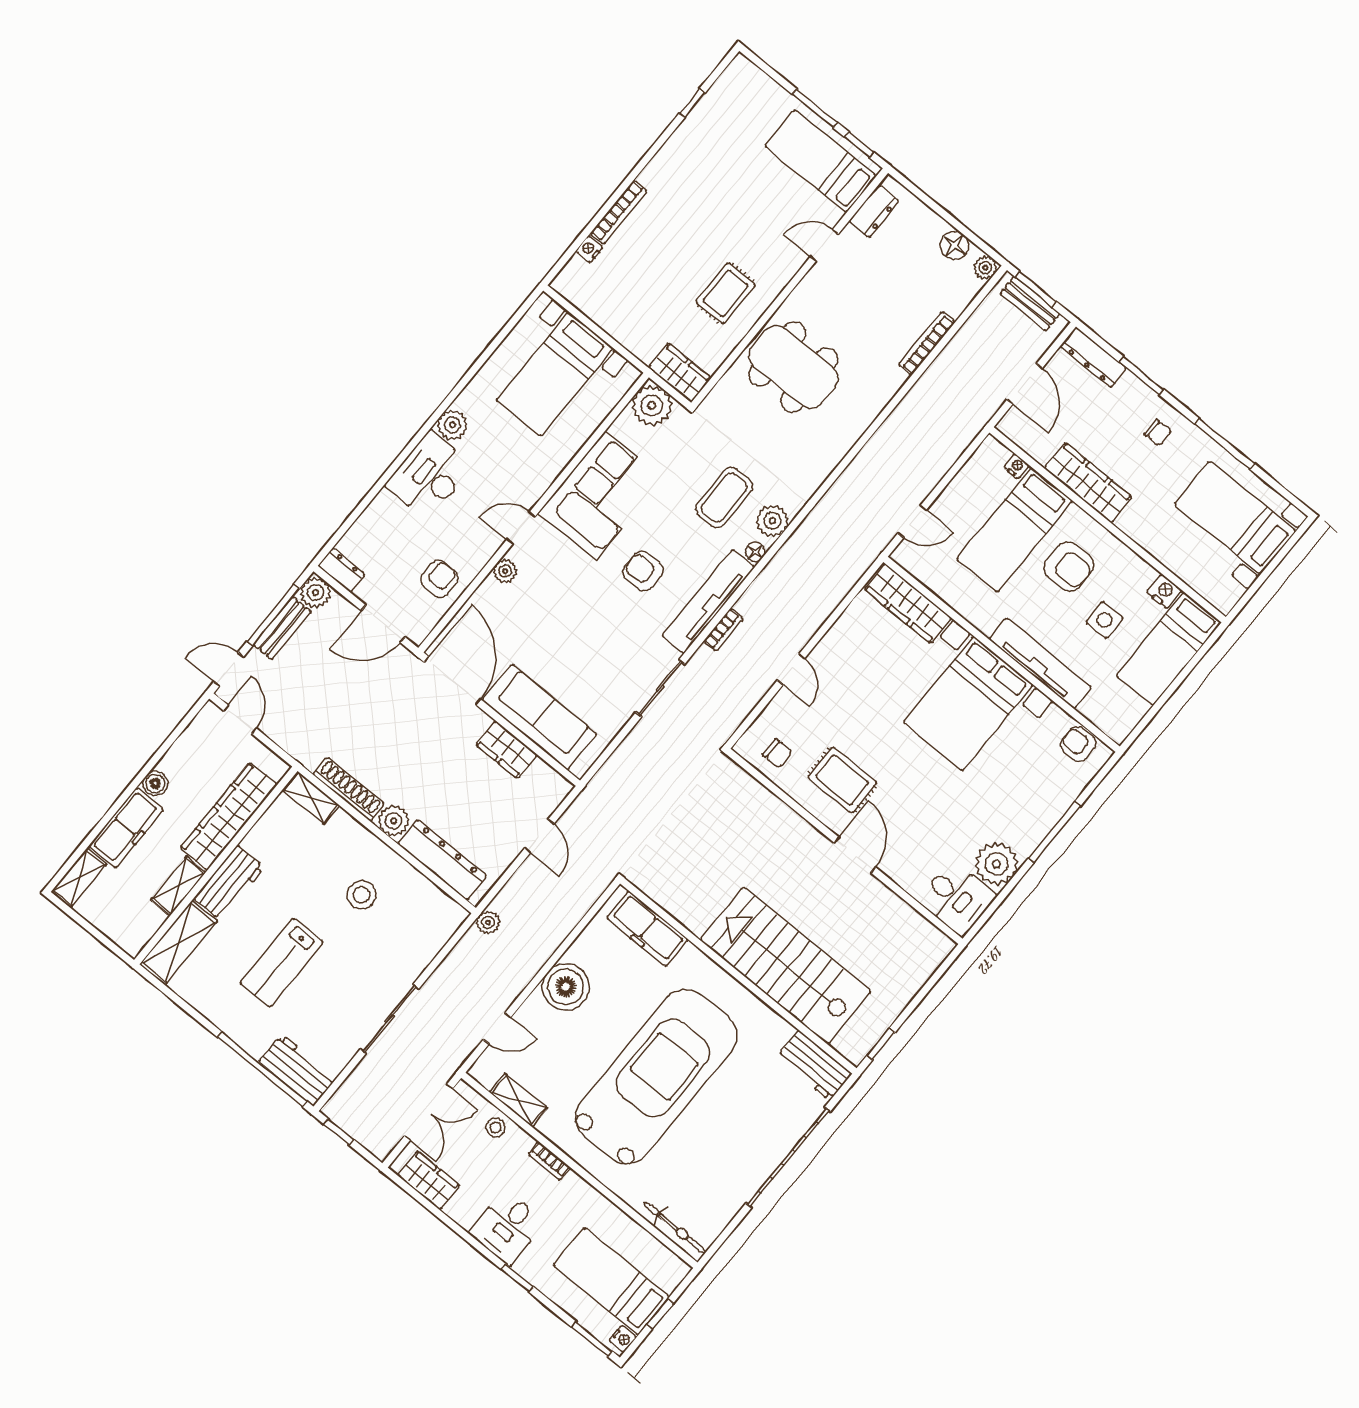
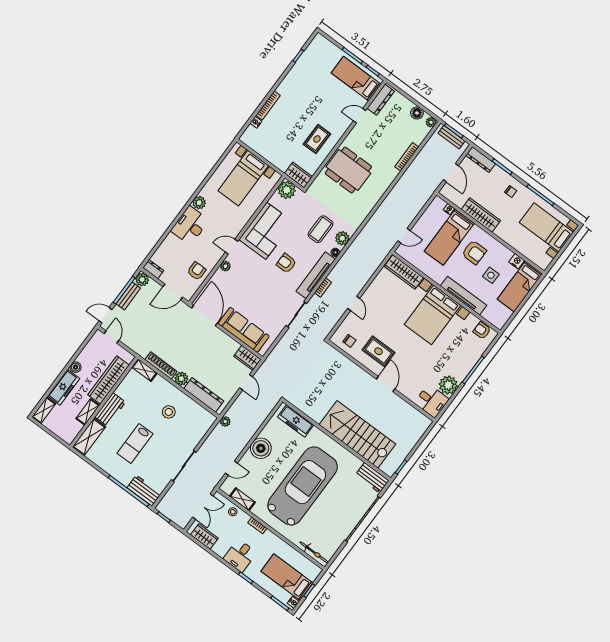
dresser: (874, 211) -> (381, 100), width x1.44
wardrobe: (506, 750) -> (247, 358), moved

